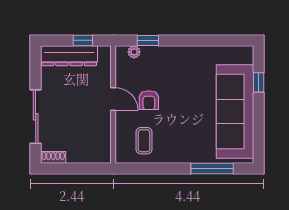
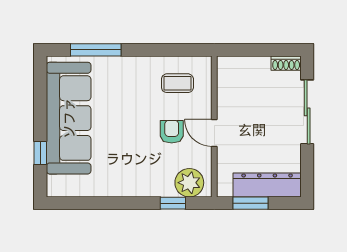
window: (83, 40) -> (251, 203), width x1.50
plant: (134, 52) -> (189, 183), width x1.87, depth x1.87
coffee table: (144, 141) -> (177, 83), turned 90

